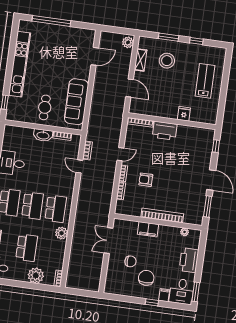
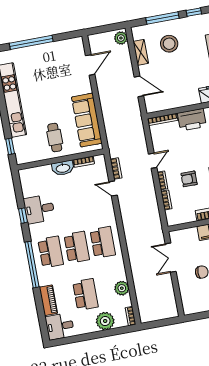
window: (168, 37) -> (162, 18), width x1.44
plant: (62, 233) -> (122, 288), moved

